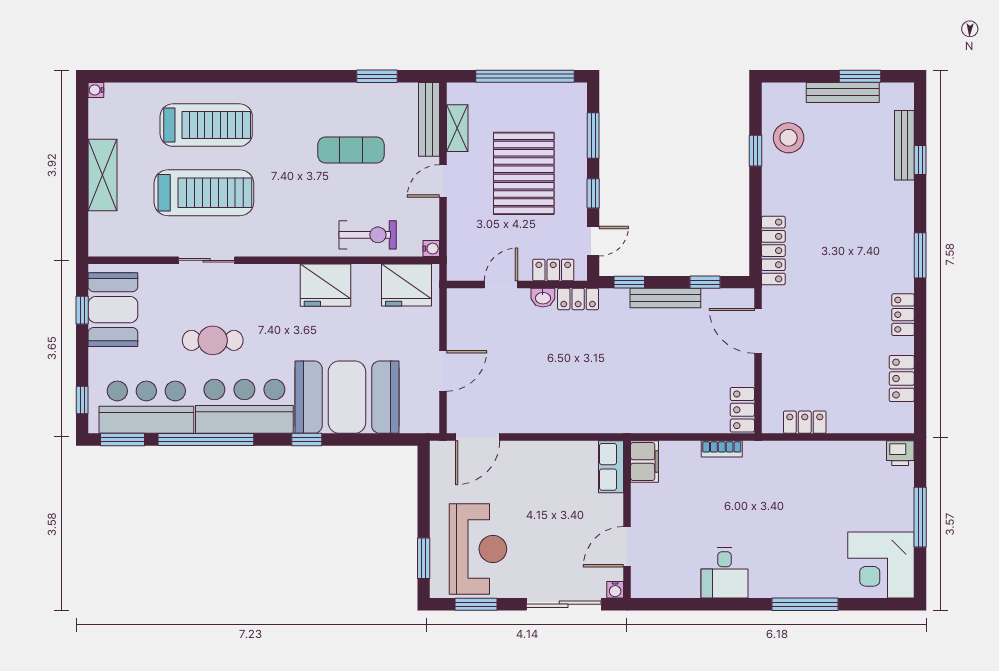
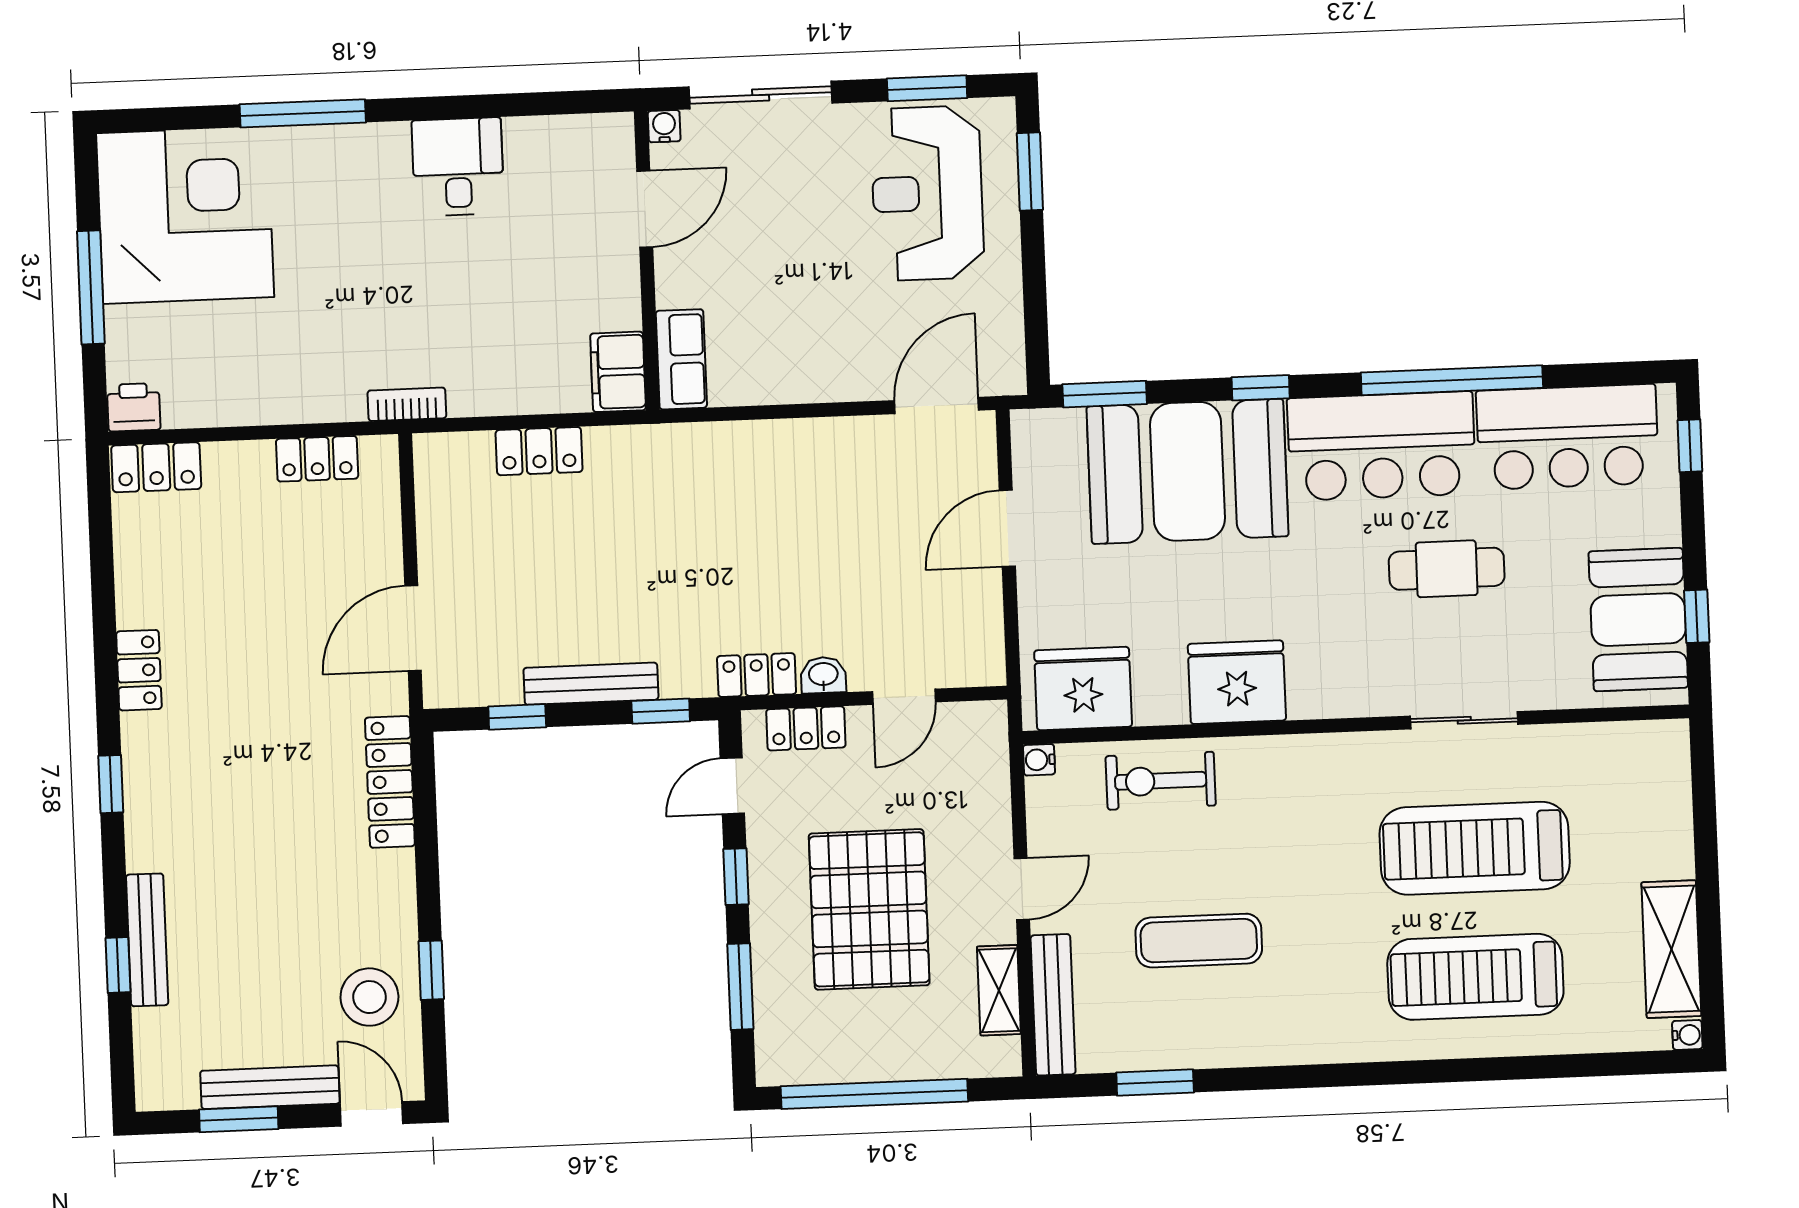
door: (790, 76) -> (372, 1114), added
bench: (904, 145) -> (147, 940), moved
shelving: (102, 175) -> (1671, 949), moved
window: (920, 255) -> (111, 784), width x0.67
door: (758, 331) -> (413, 628), swing flipped
locker: (902, 379) -> (156, 467), moved, turned 90
locker: (742, 410) -> (539, 451), moved, turned 90
window: (123, 440) -> (1105, 394), moved
bookcase: (722, 449) -> (407, 404), moved
corner desk: (881, 565) -> (185, 215), width x1.36, depth x1.36

